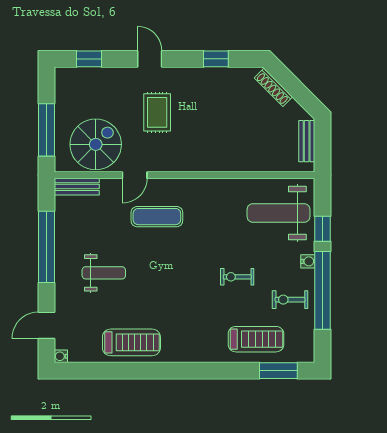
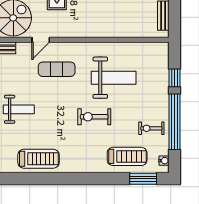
weight bench: (279, 213) -> (114, 78), moved, turned 180
water cooler: (308, 261) -> (164, 161), moved
exercise bike: (237, 277) -> (94, 117), moved, width x1.38, depth x1.39

